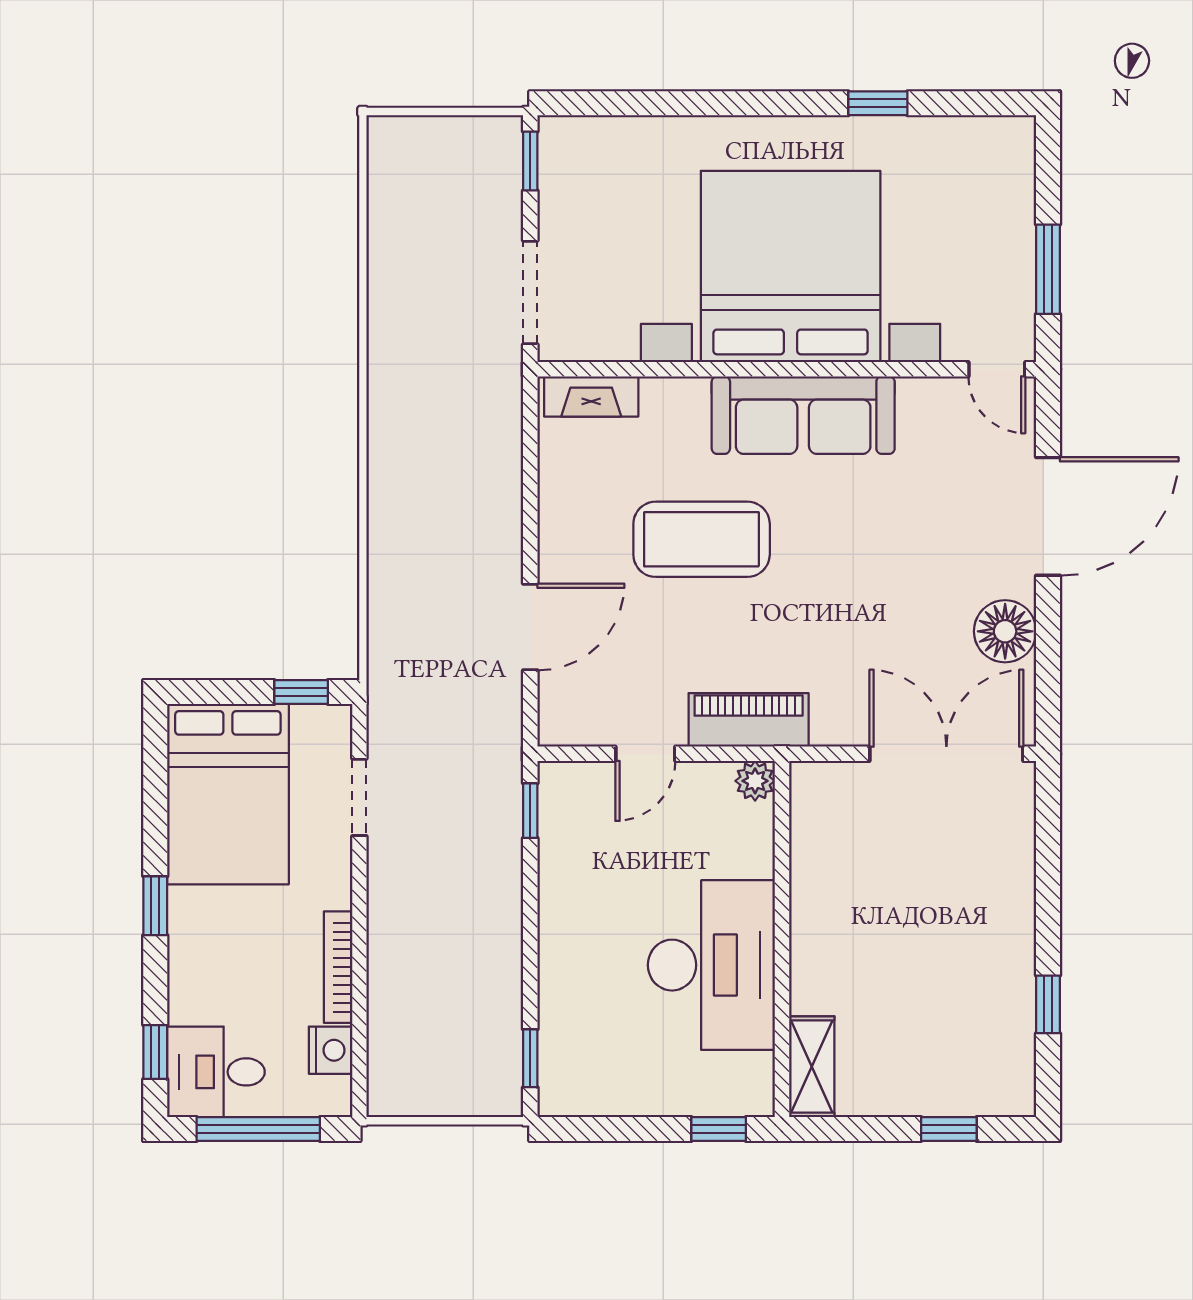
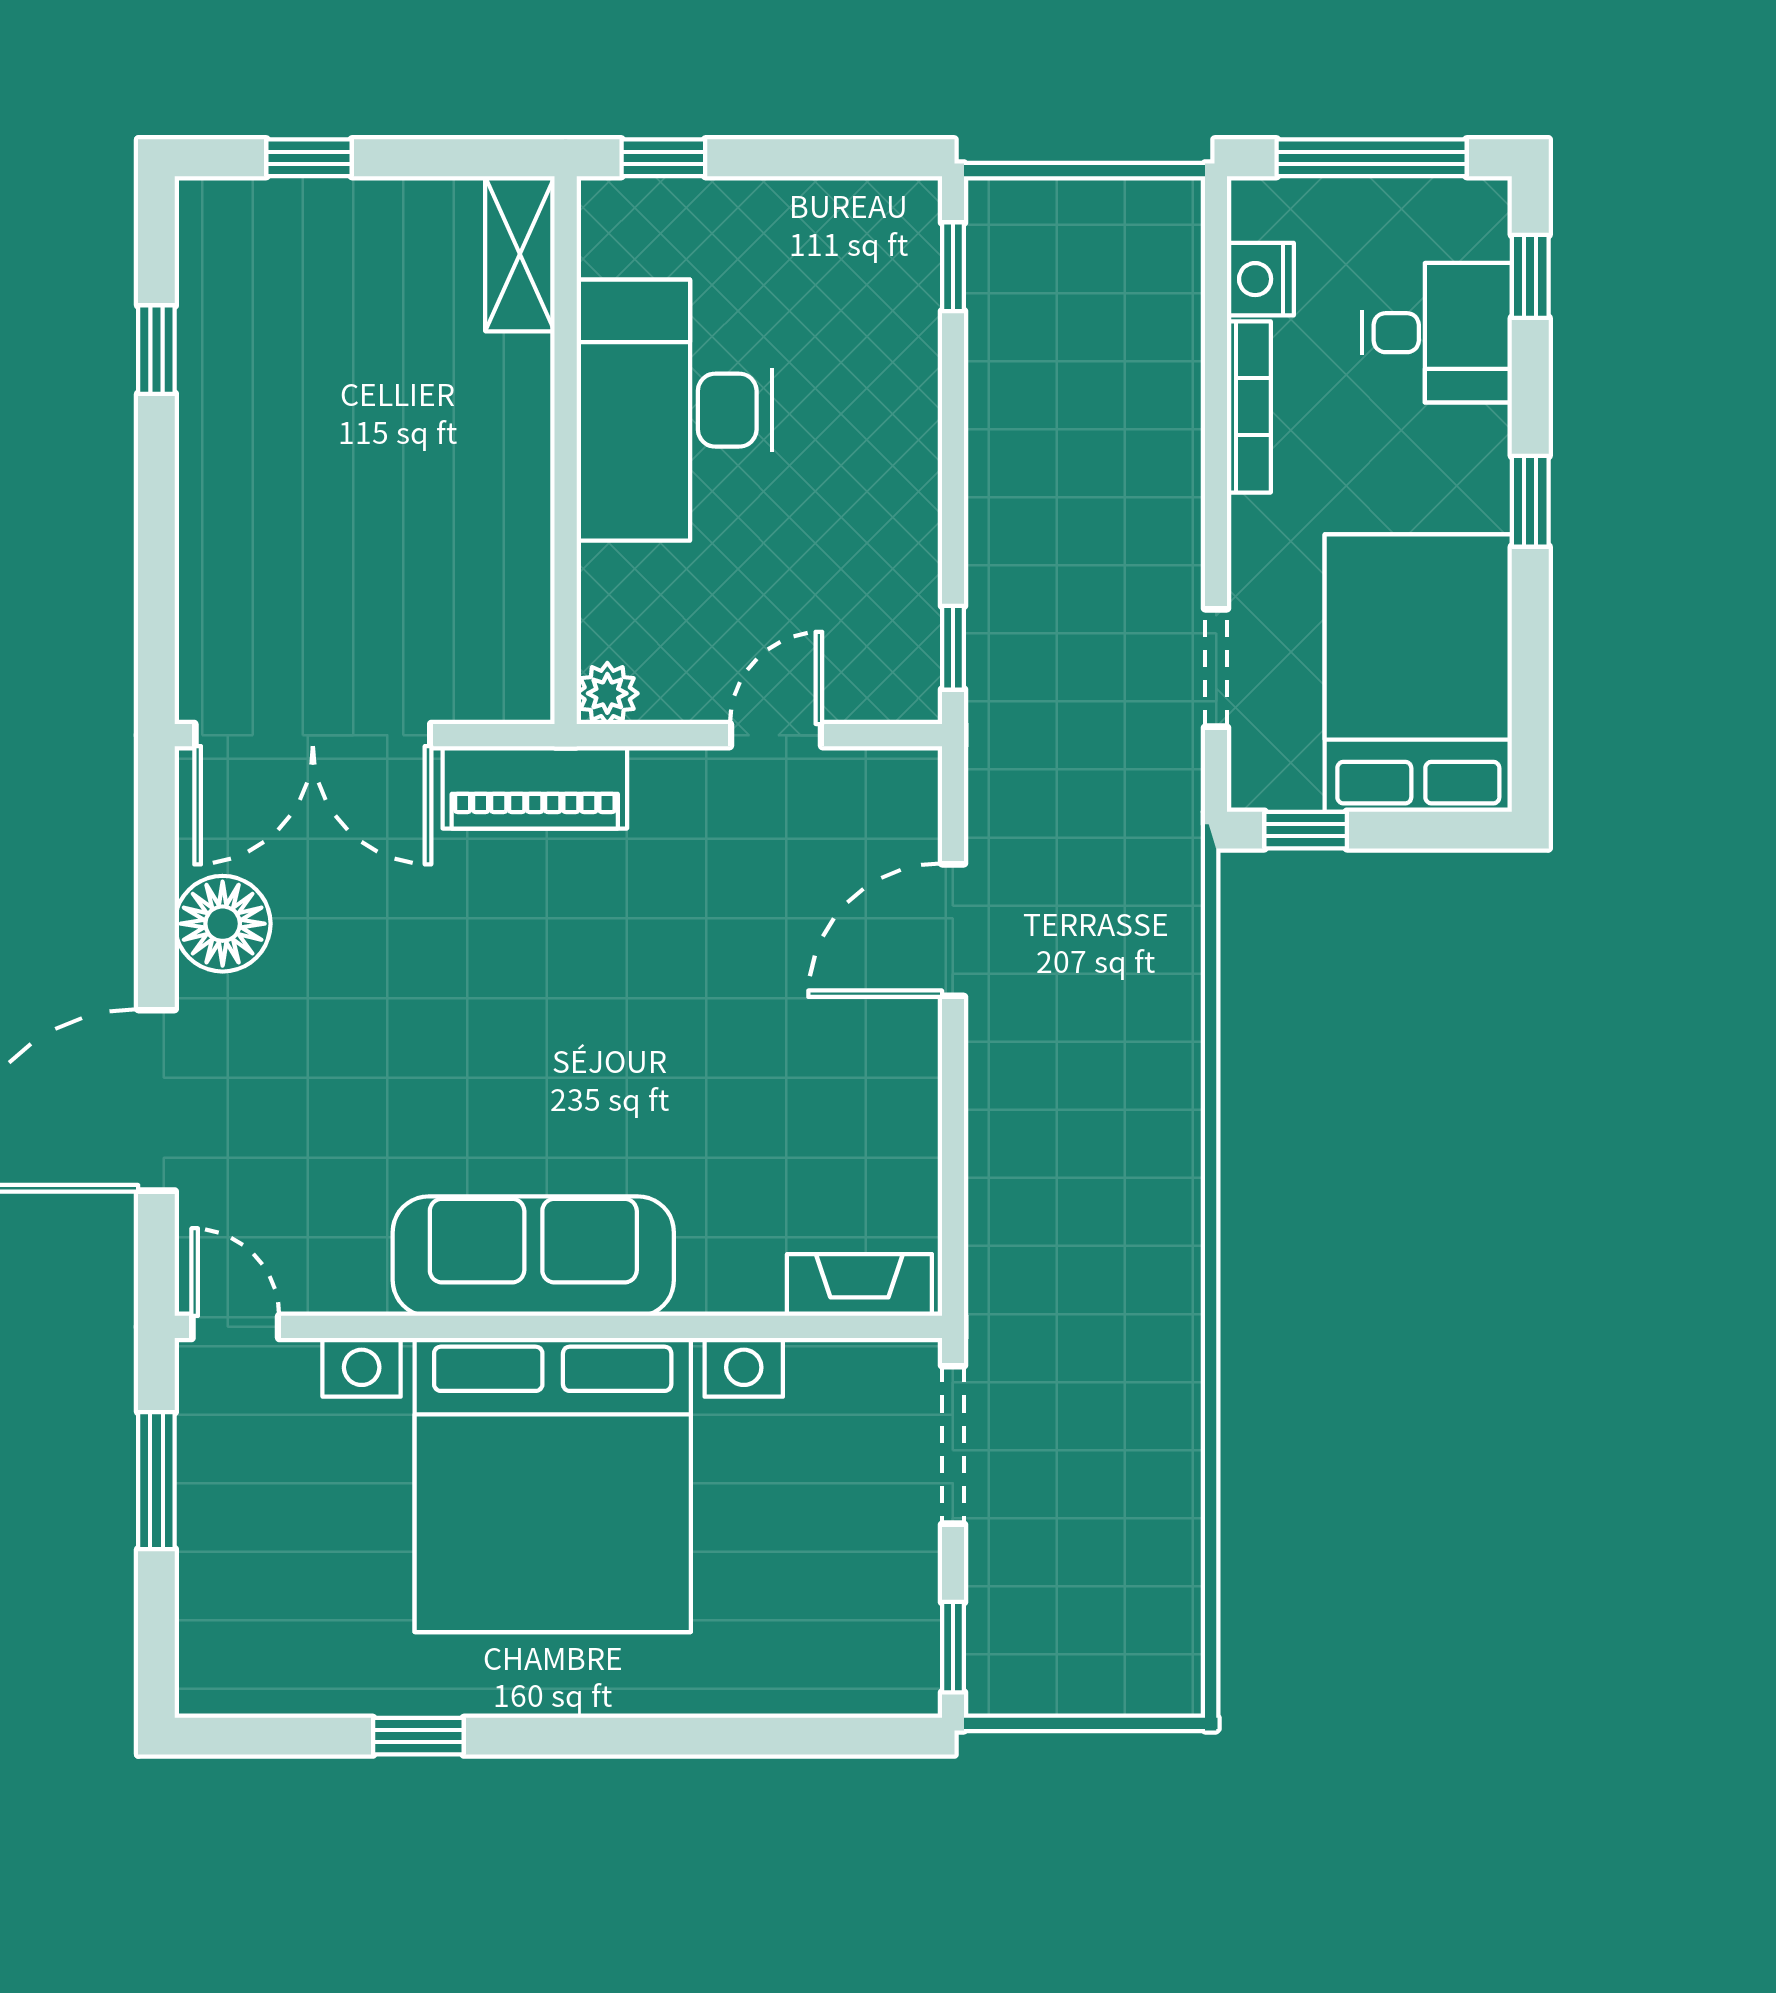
coffee table: (702, 539) -> (690, 1065), removed
piano: (749, 720) -> (535, 787), moved
desk: (216, 1072) -> (1437, 333), moved

